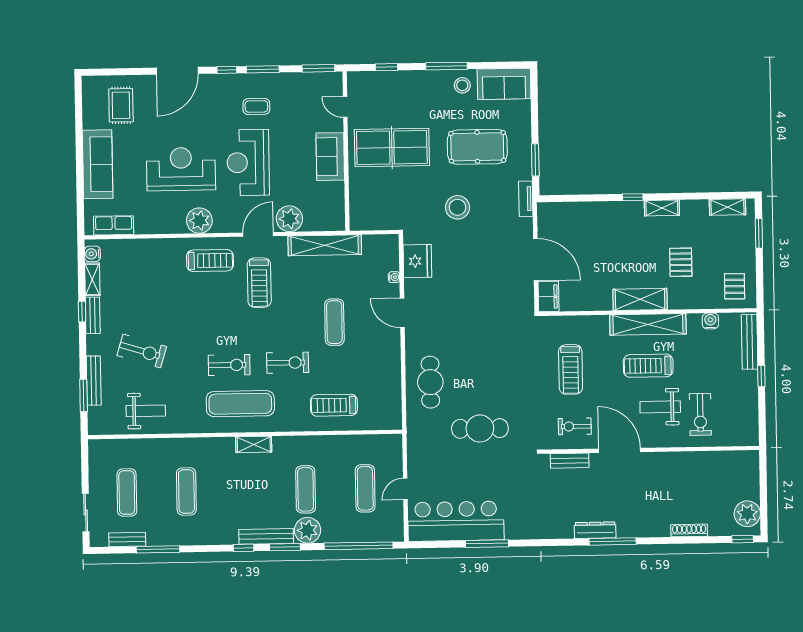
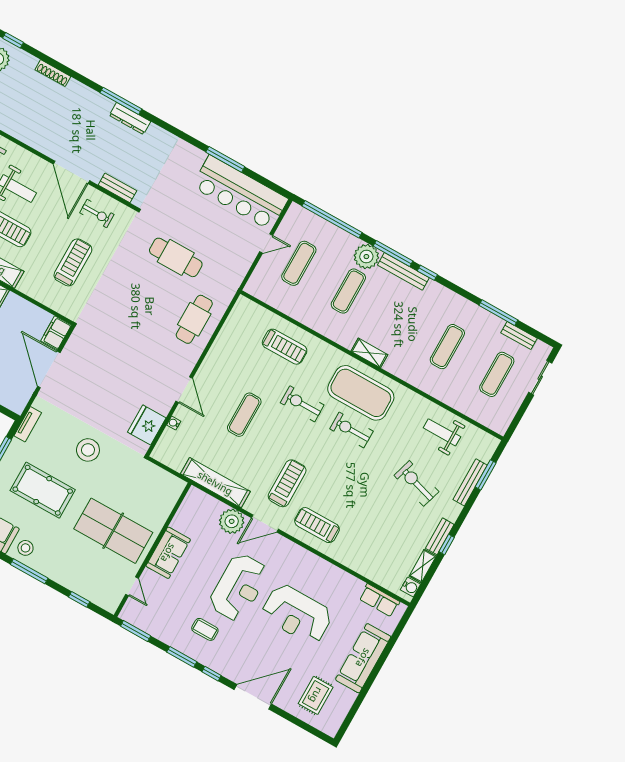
plant: (199, 221) -> (307, 563), removed
exercise mat: (240, 404) -> (361, 393), width x1.47
window: (285, 547) -> (393, 254), width x1.44

